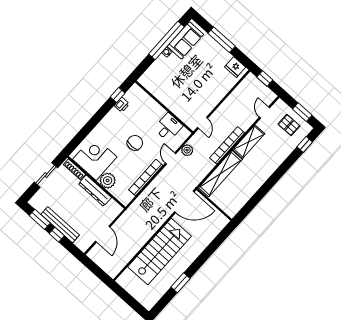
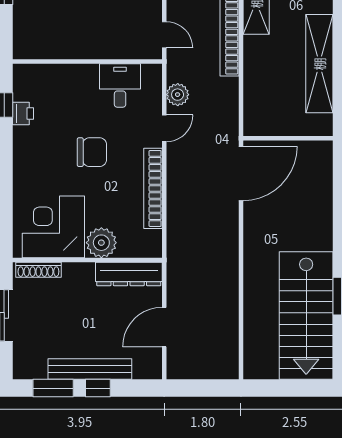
chair: (135, 143) -> (92, 152), turned 90
door: (171, 158) -> (164, 128), swing flipped
shelving: (220, 174) -> (319, 64), moved
dresser: (95, 191) -> (129, 274), moved
door: (103, 234) -> (164, 327), swing flipped
stairs: (160, 252) -> (306, 316), moved, turned 180

